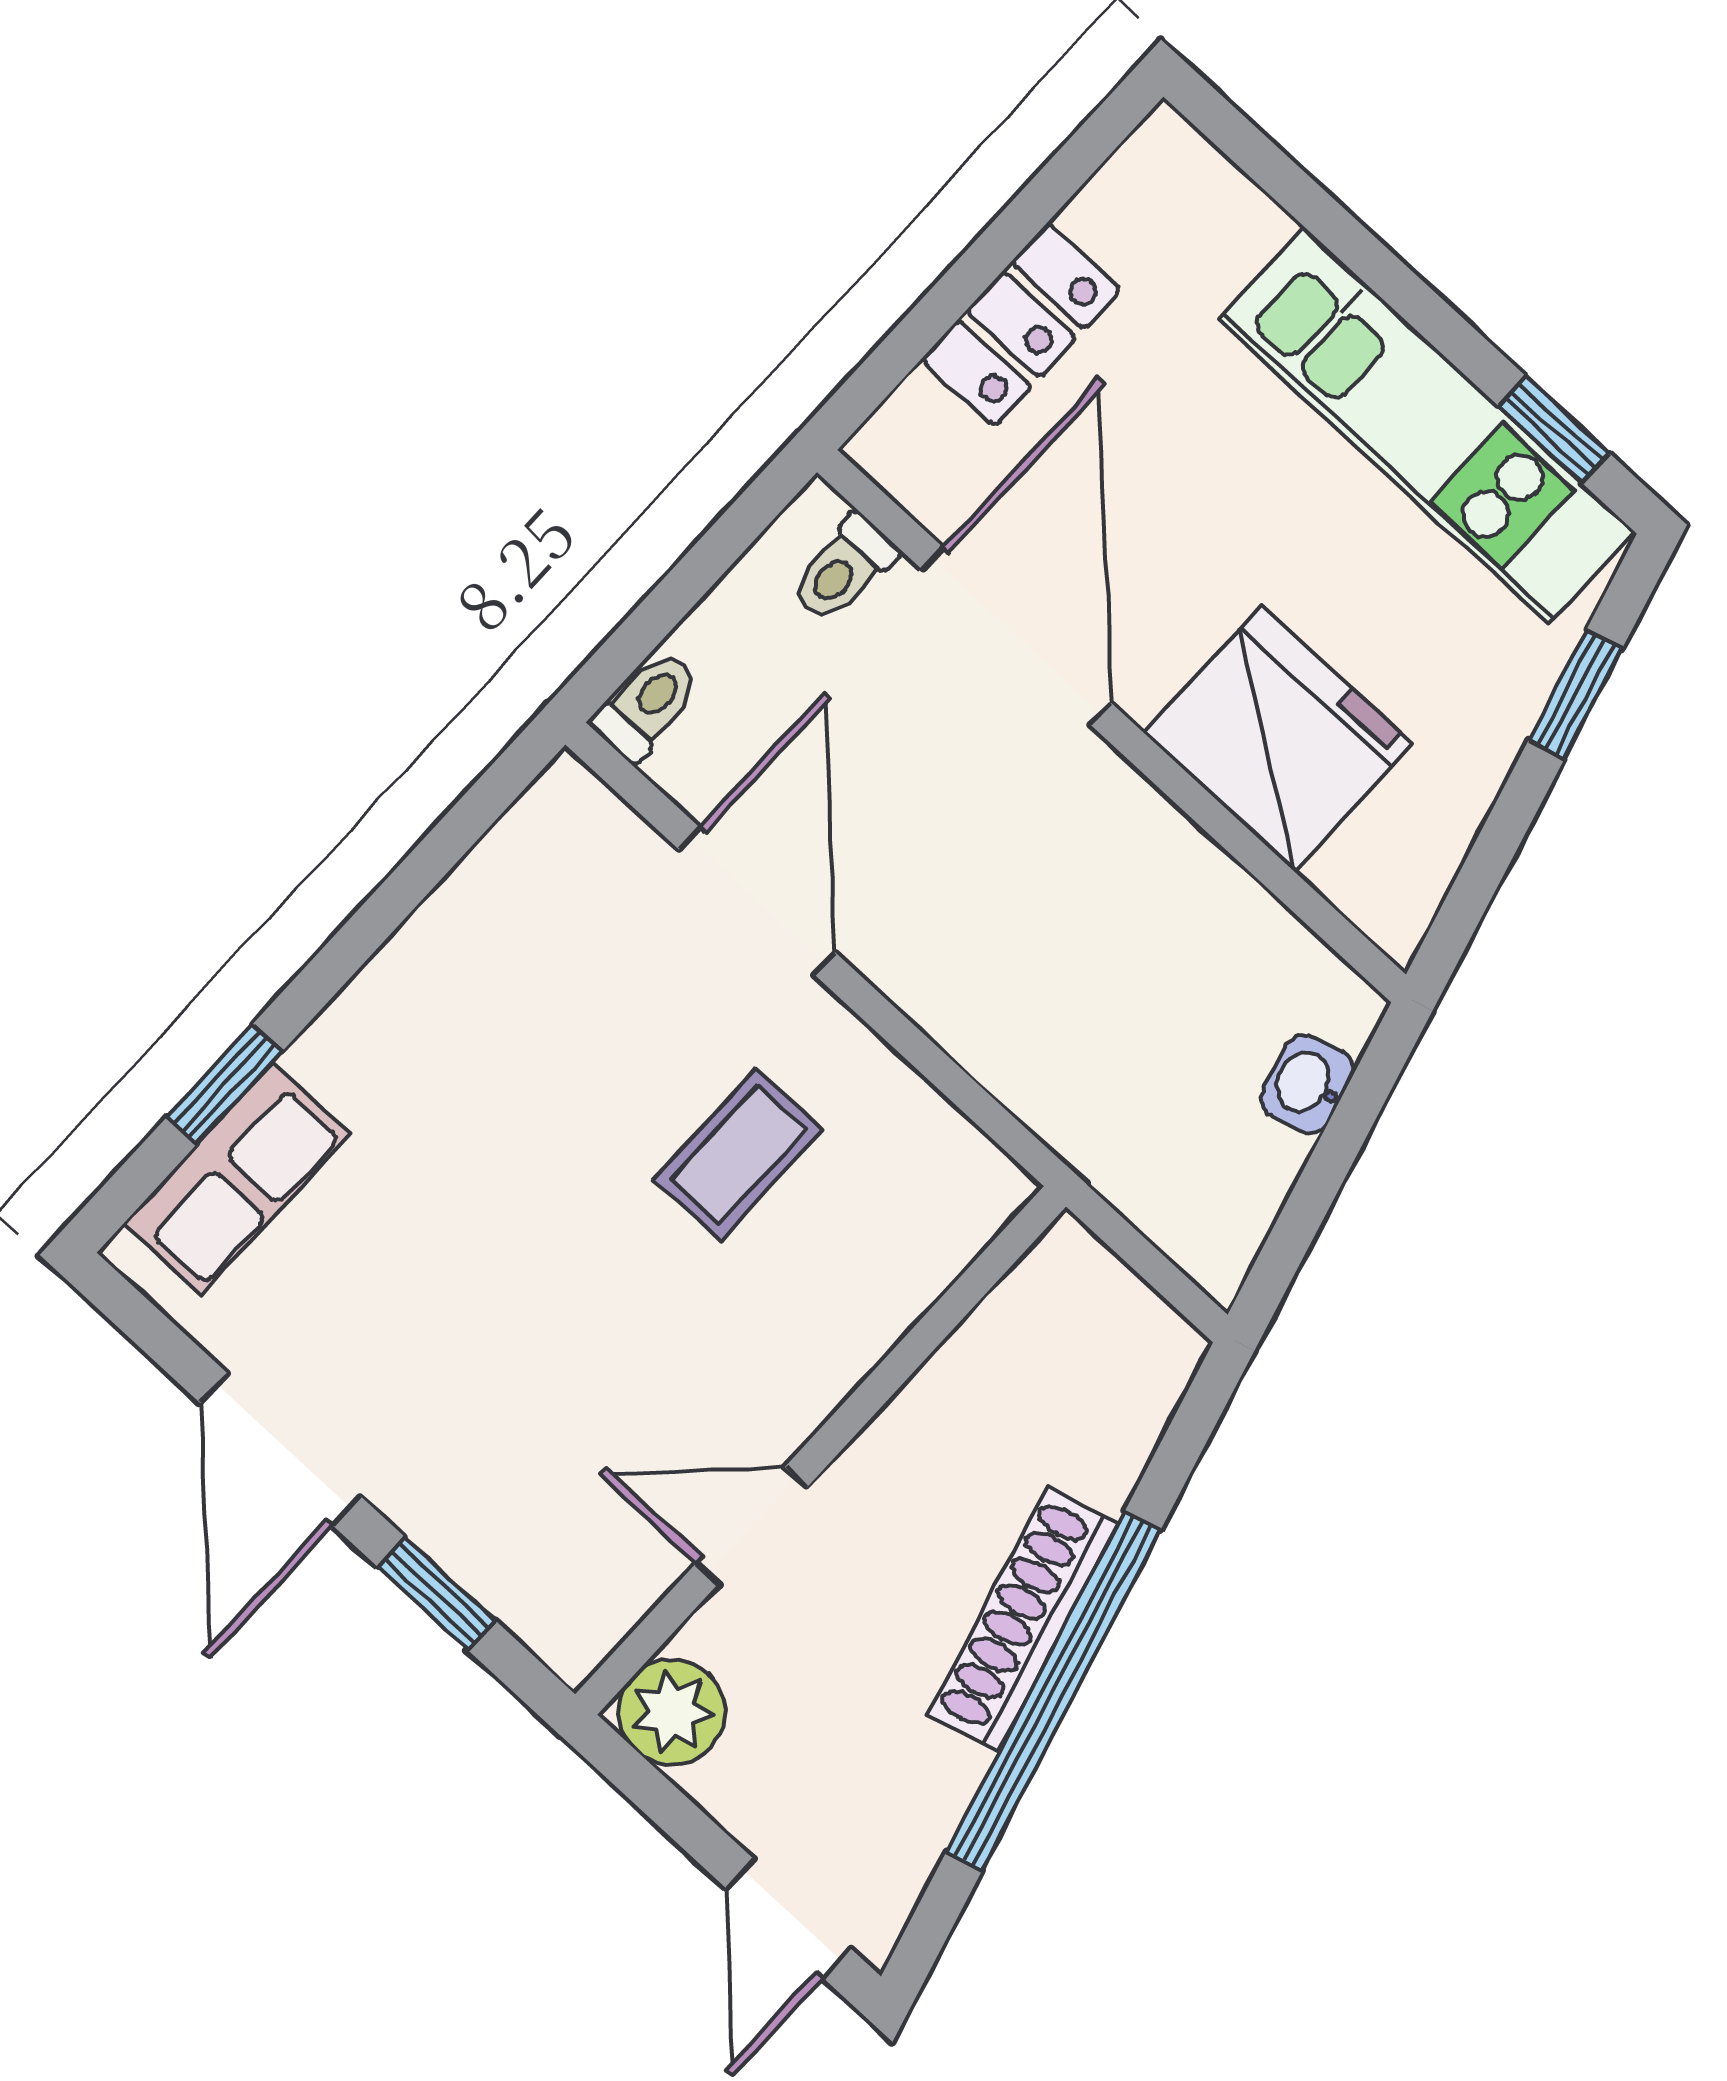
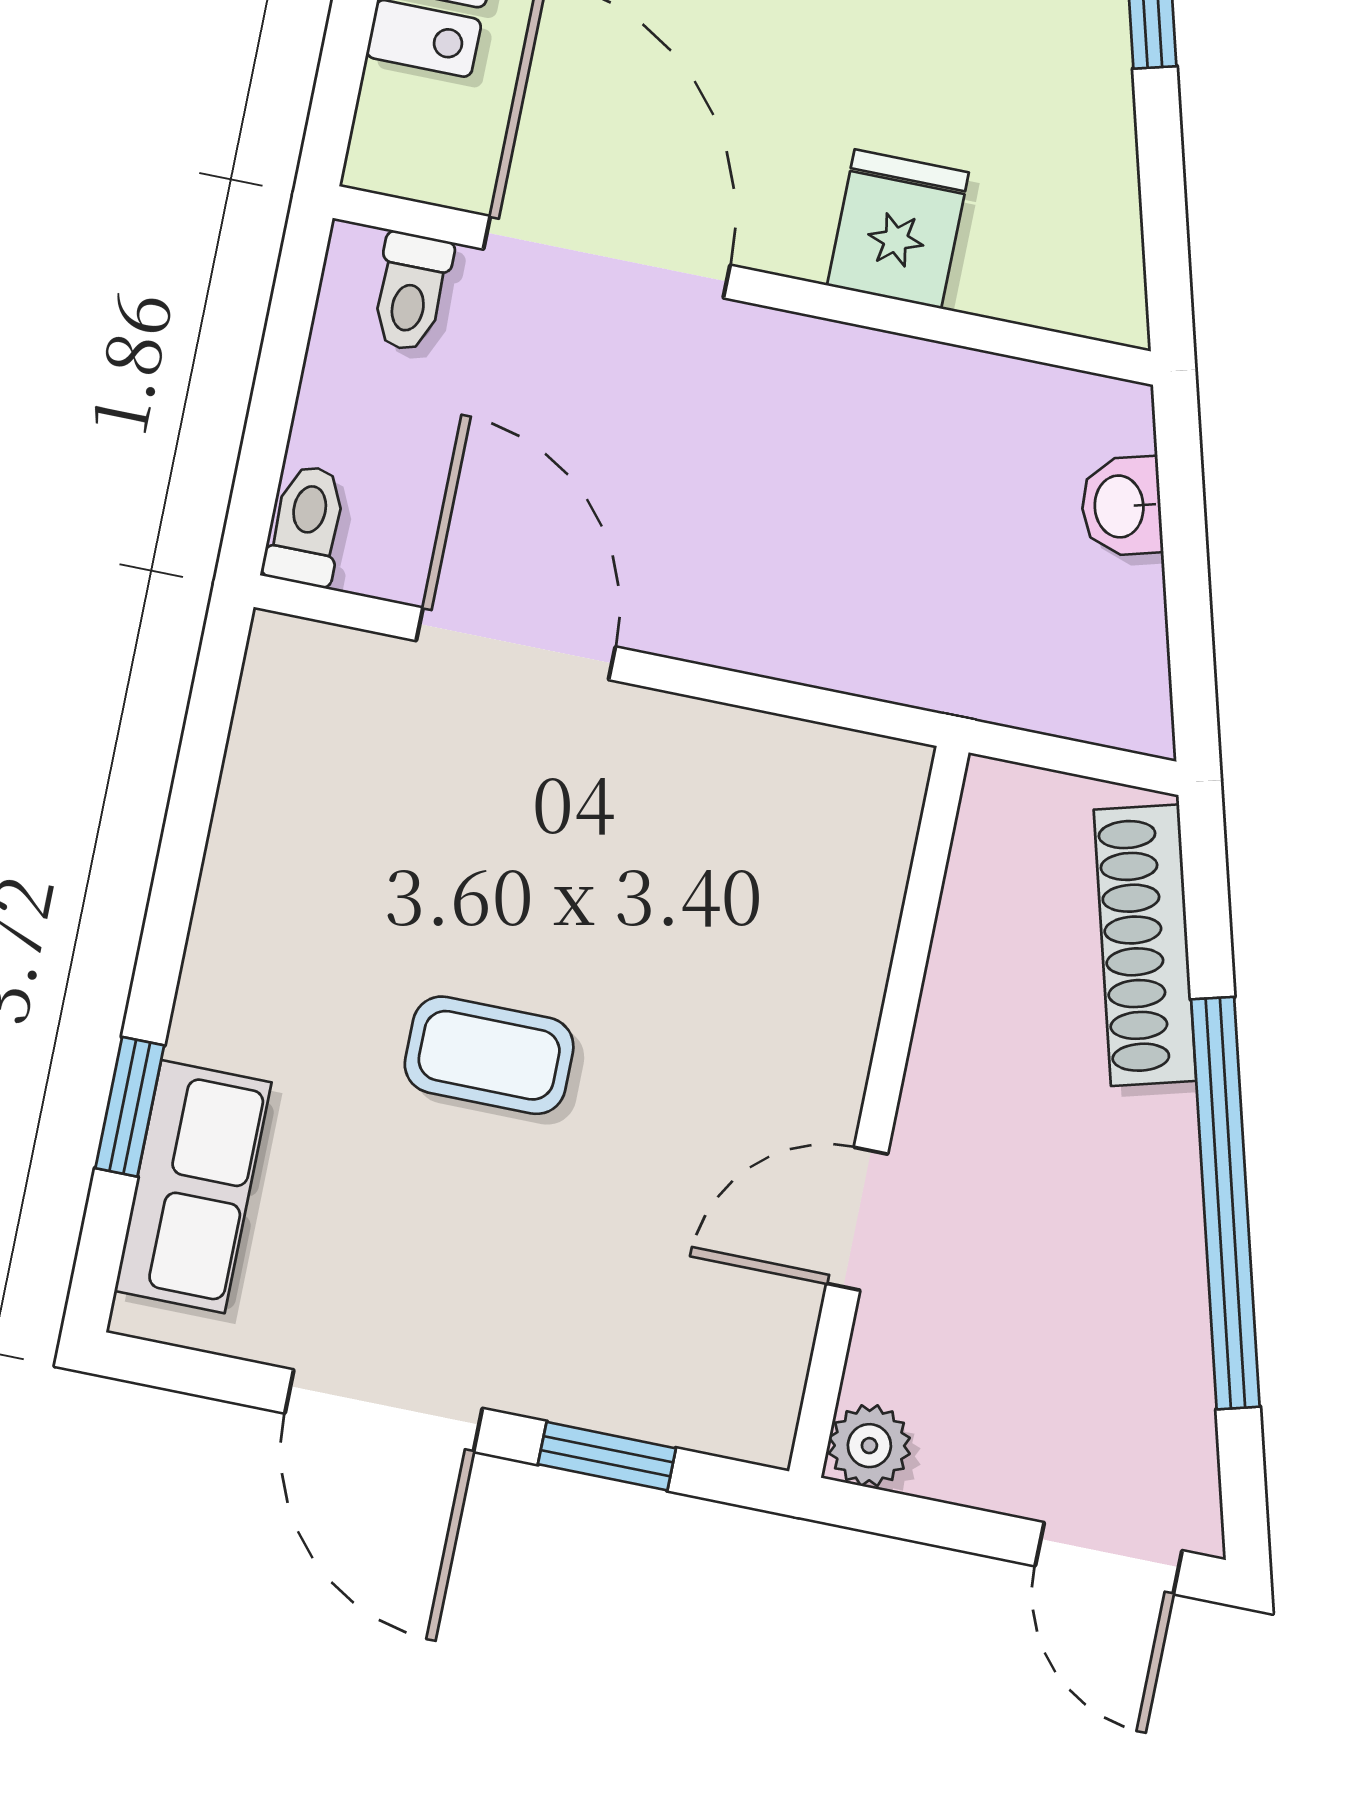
fridge: (1278, 738) -> (898, 229), width x0.53, depth x0.75
coffee table: (739, 1155) -> (489, 1055), moved, turned 90
shoe rack: (1023, 1620) -> (1145, 945), moved
plant: (672, 1712) -> (869, 1446), width x0.73, depth x0.73

